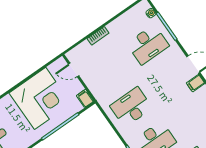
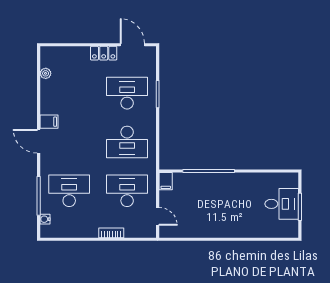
desk: (107, 73) -> (127, 191), added
corner desk: (40, 98) -> (209, 211), removed

